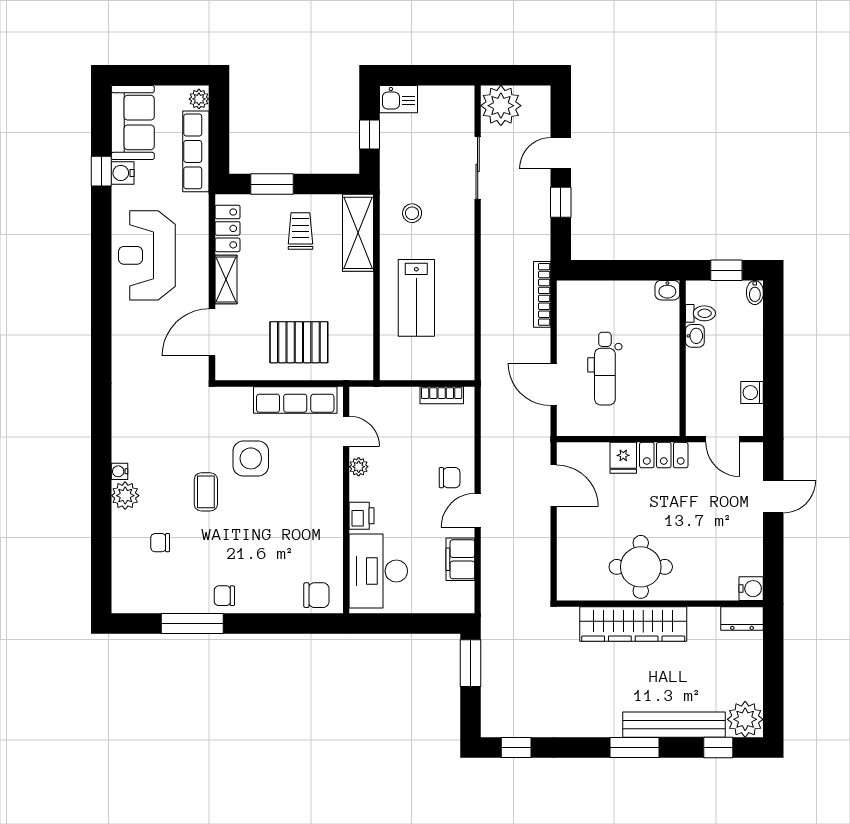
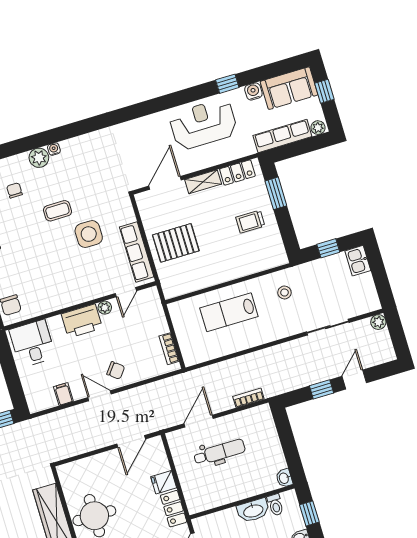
window: (152, 75) -> (324, 91), added
plant: (501, 106) -> (378, 322), width x0.53, depth x0.53
door: (561, 153) -> (354, 380), hinge flipped
window: (101, 171) -> (227, 84), moved
trolley: (300, 231) -> (250, 222), turned 180
shelving: (358, 233) -> (261, 260), removed
bookcase: (542, 294) -> (248, 398), width x0.64
door: (212, 332) -> (165, 183), hinge flipped
washbasin: (695, 336) -> (253, 510), width x1.91, depth x1.45
pallet: (299, 342) -> (176, 243), turned 90
dental chair: (605, 369) -> (219, 452), turned 180
chair: (450, 478) -> (116, 370), turned -52
printer: (362, 516) -> (82, 321), width x1.87, depth x1.48
filing cabinet: (460, 559) -> (63, 394), width x0.50
desk: (378, 571) -> (32, 344), width x0.73

